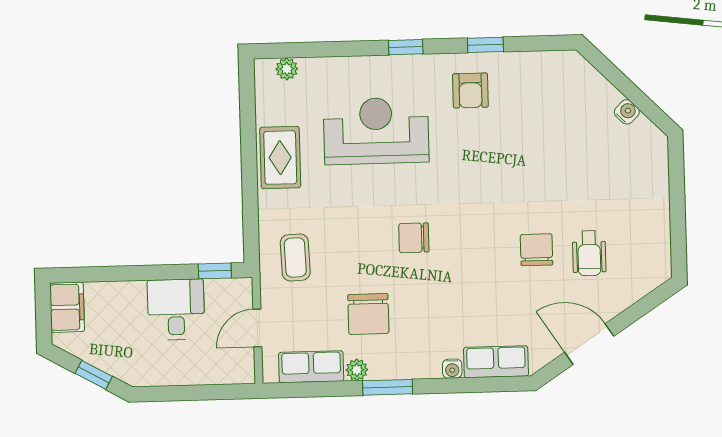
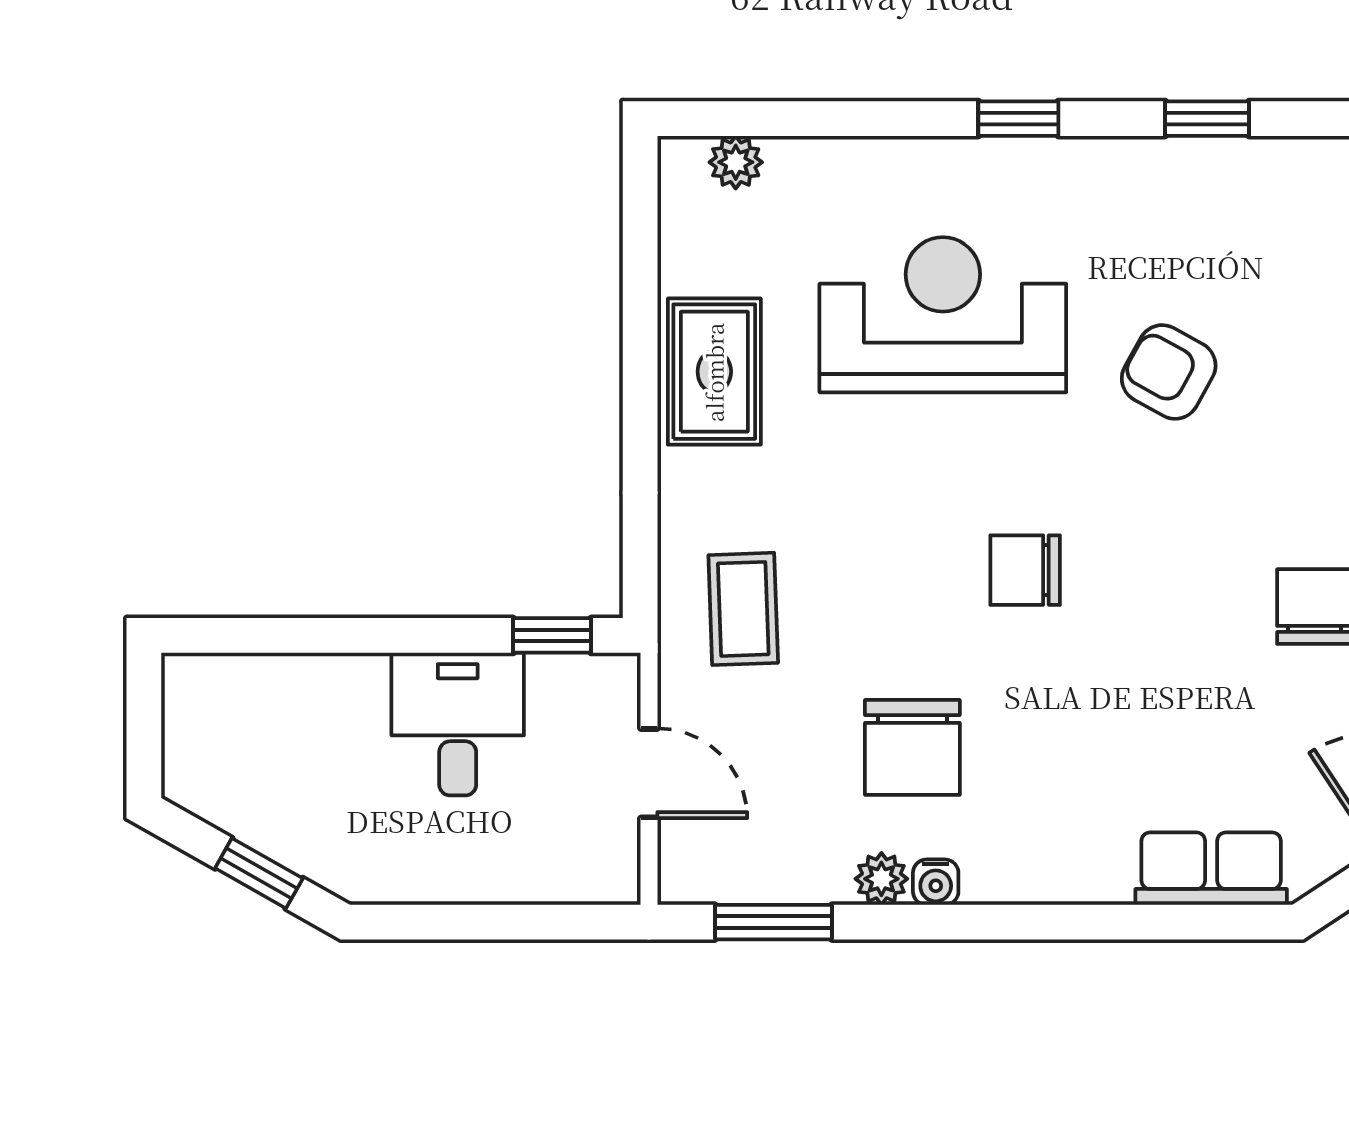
armchair: (470, 90) -> (1169, 372), moved, turned 119
filing cabinet: (67, 307) -> (200, 712), removed
door: (257, 328) -> (649, 773), swing flipped
row of seats: (311, 367) -> (774, 868), removed
water cooler: (452, 369) -> (936, 882), moved
window: (388, 387) -> (773, 922), moved

